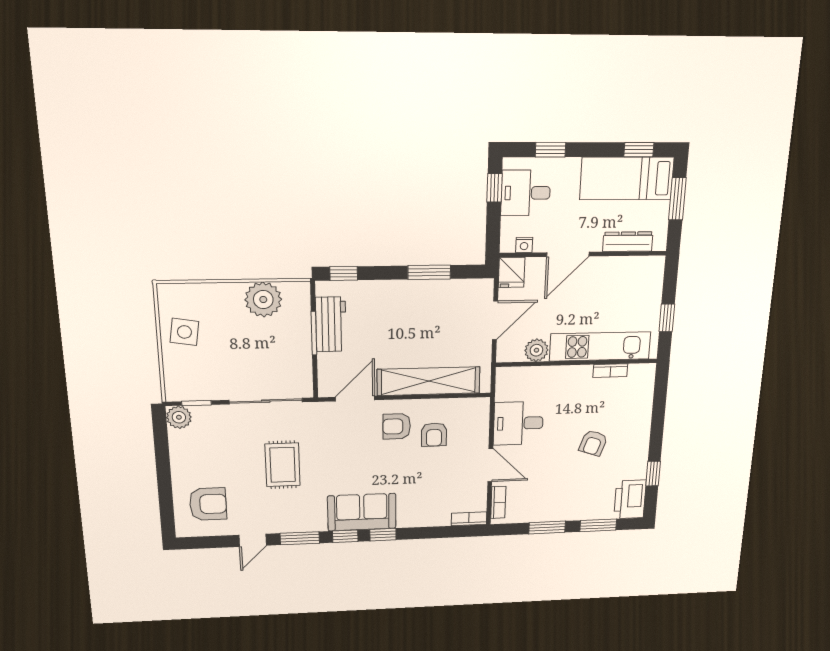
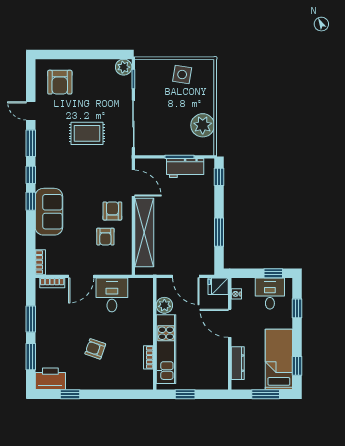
armchair: (434, 435) -> (105, 237), turned -90
sofa: (362, 512) -> (49, 212), moved

